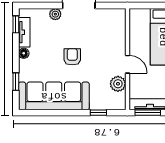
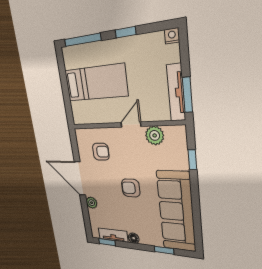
armchair: (105, 32) -> (101, 152), added

